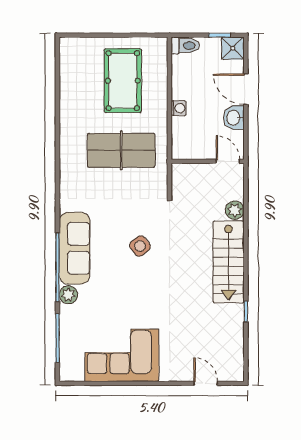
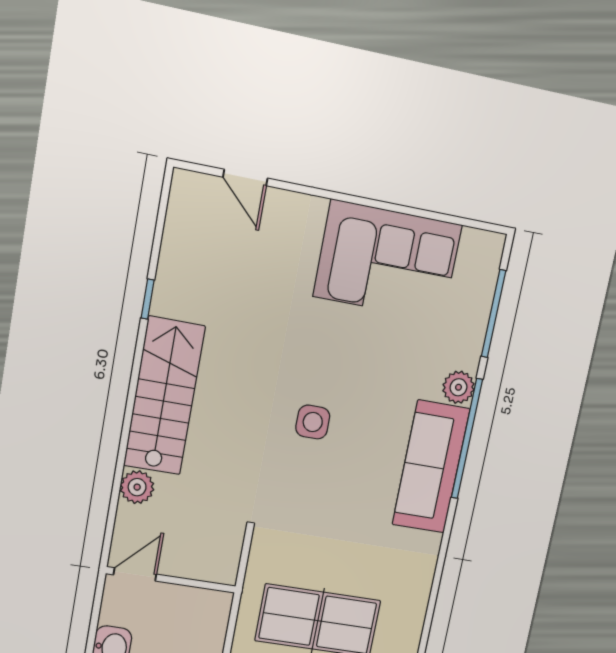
door: (228, 161) -> (135, 574), swing flipped
side table: (140, 246) -> (313, 422), moved, turned 38

